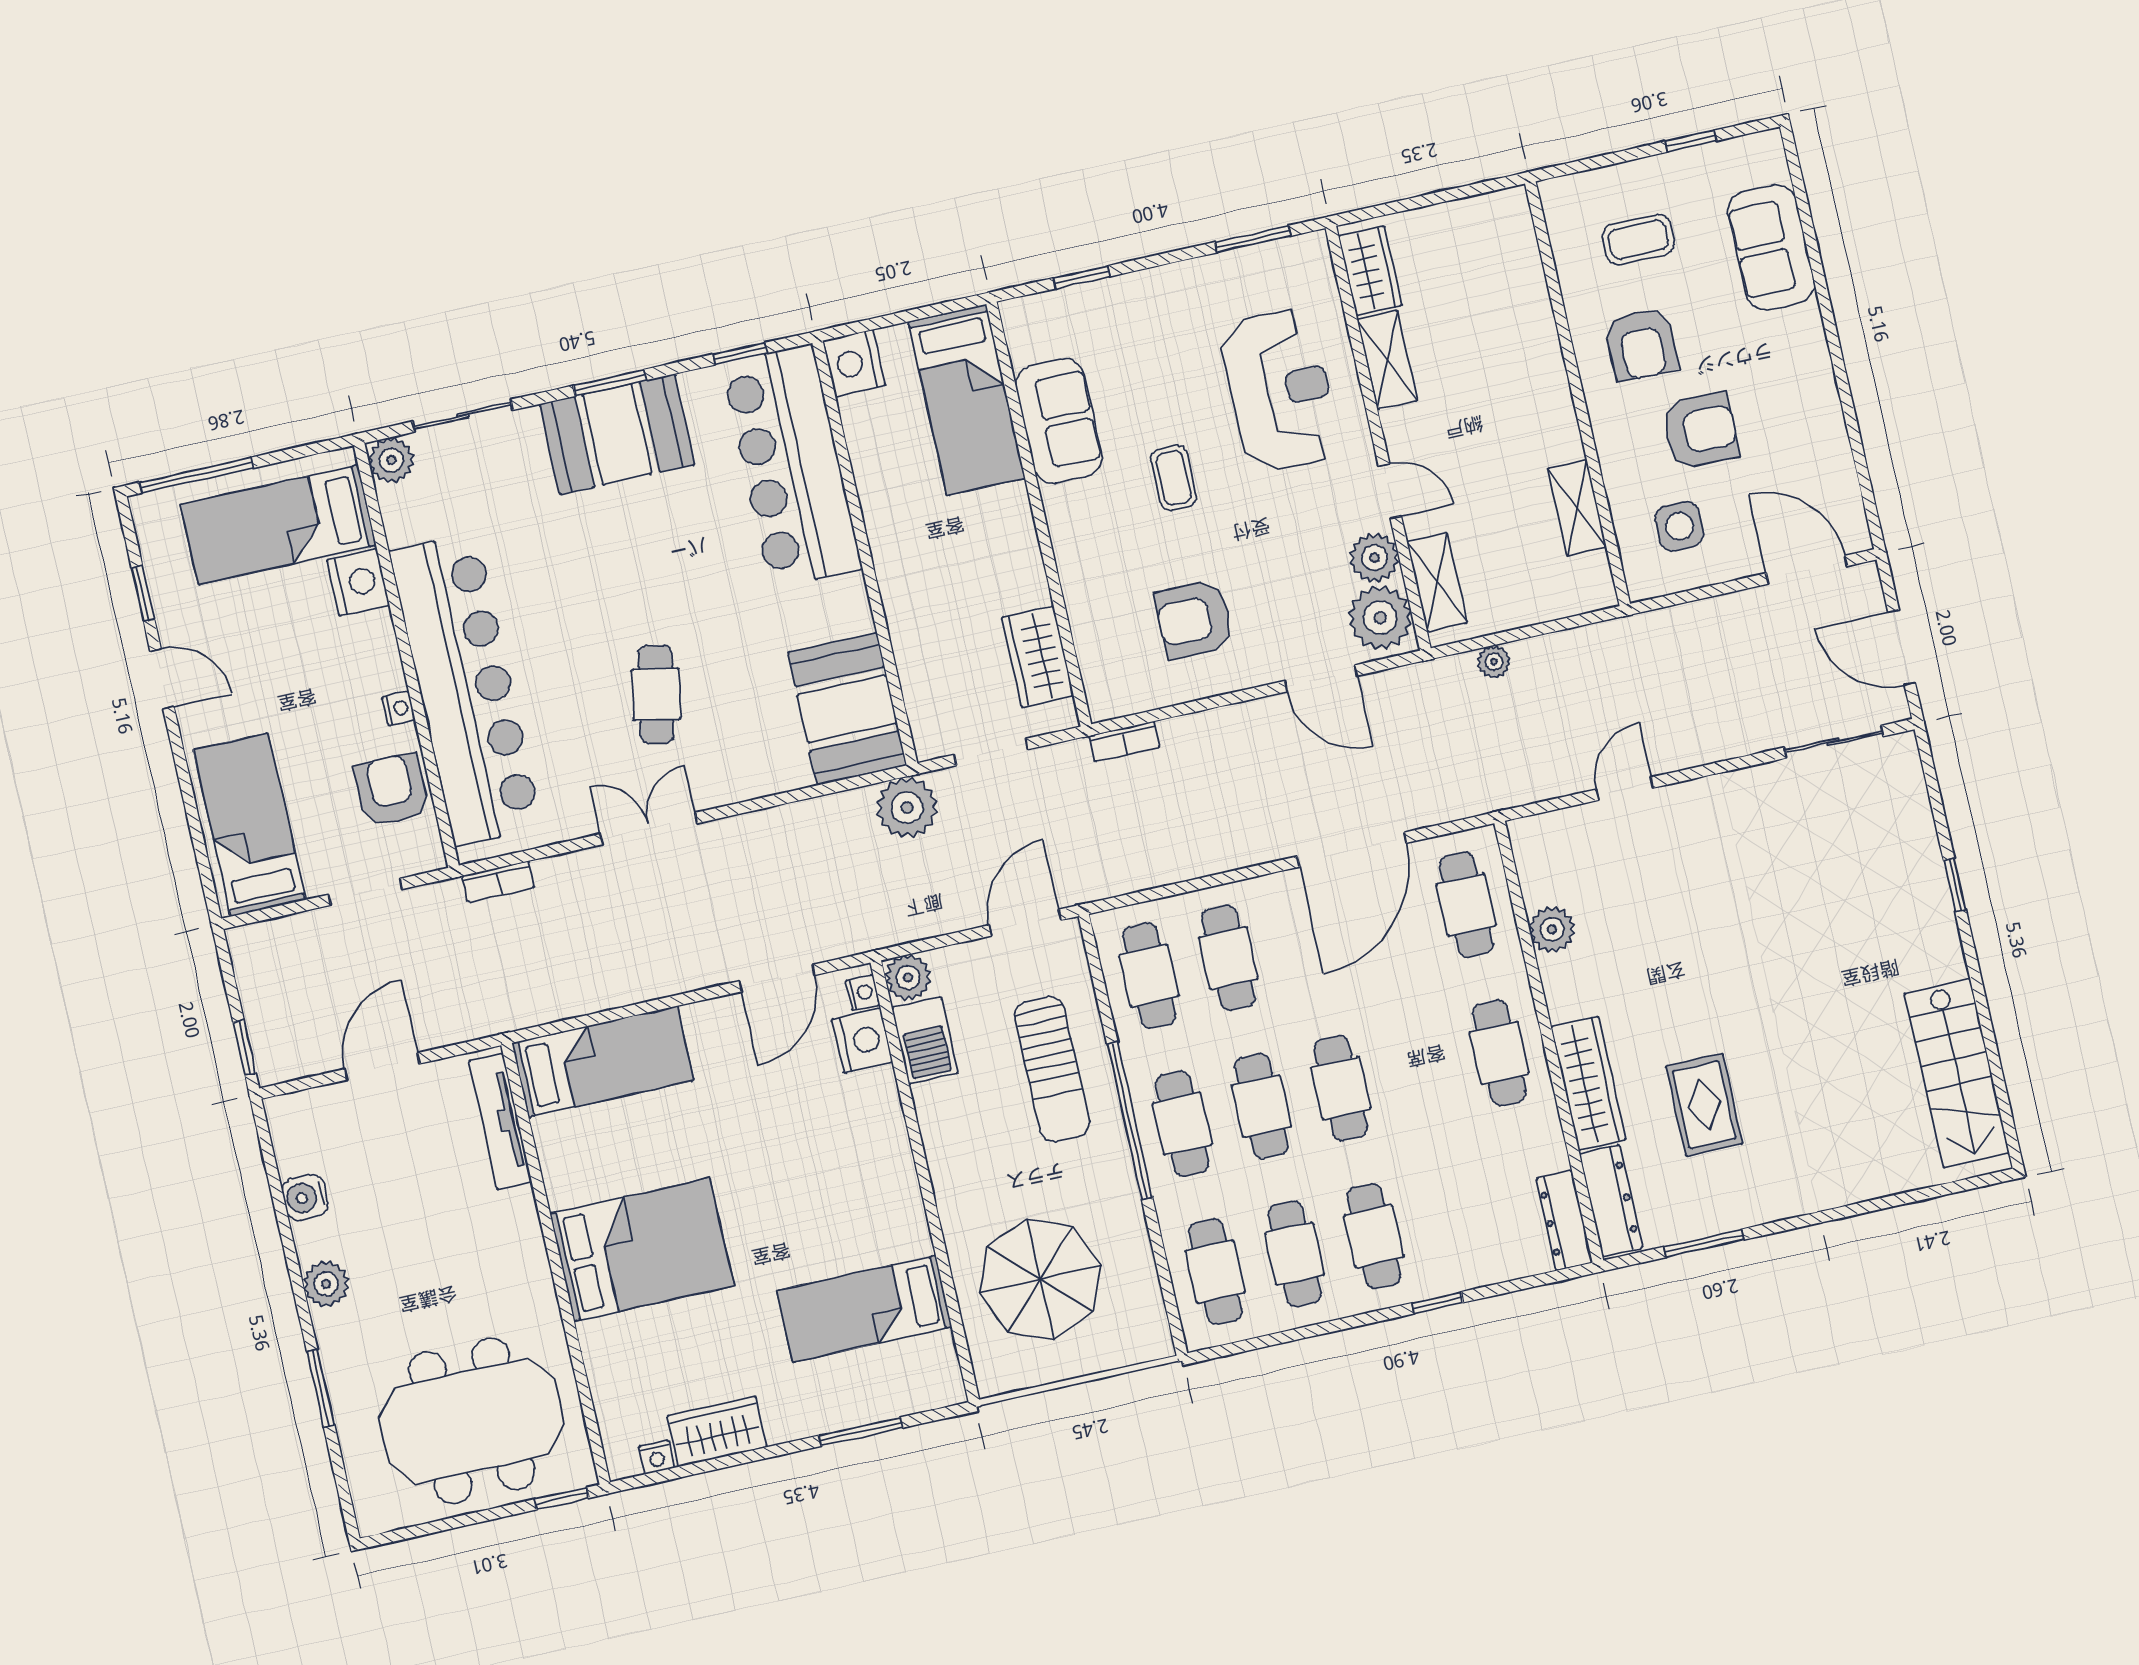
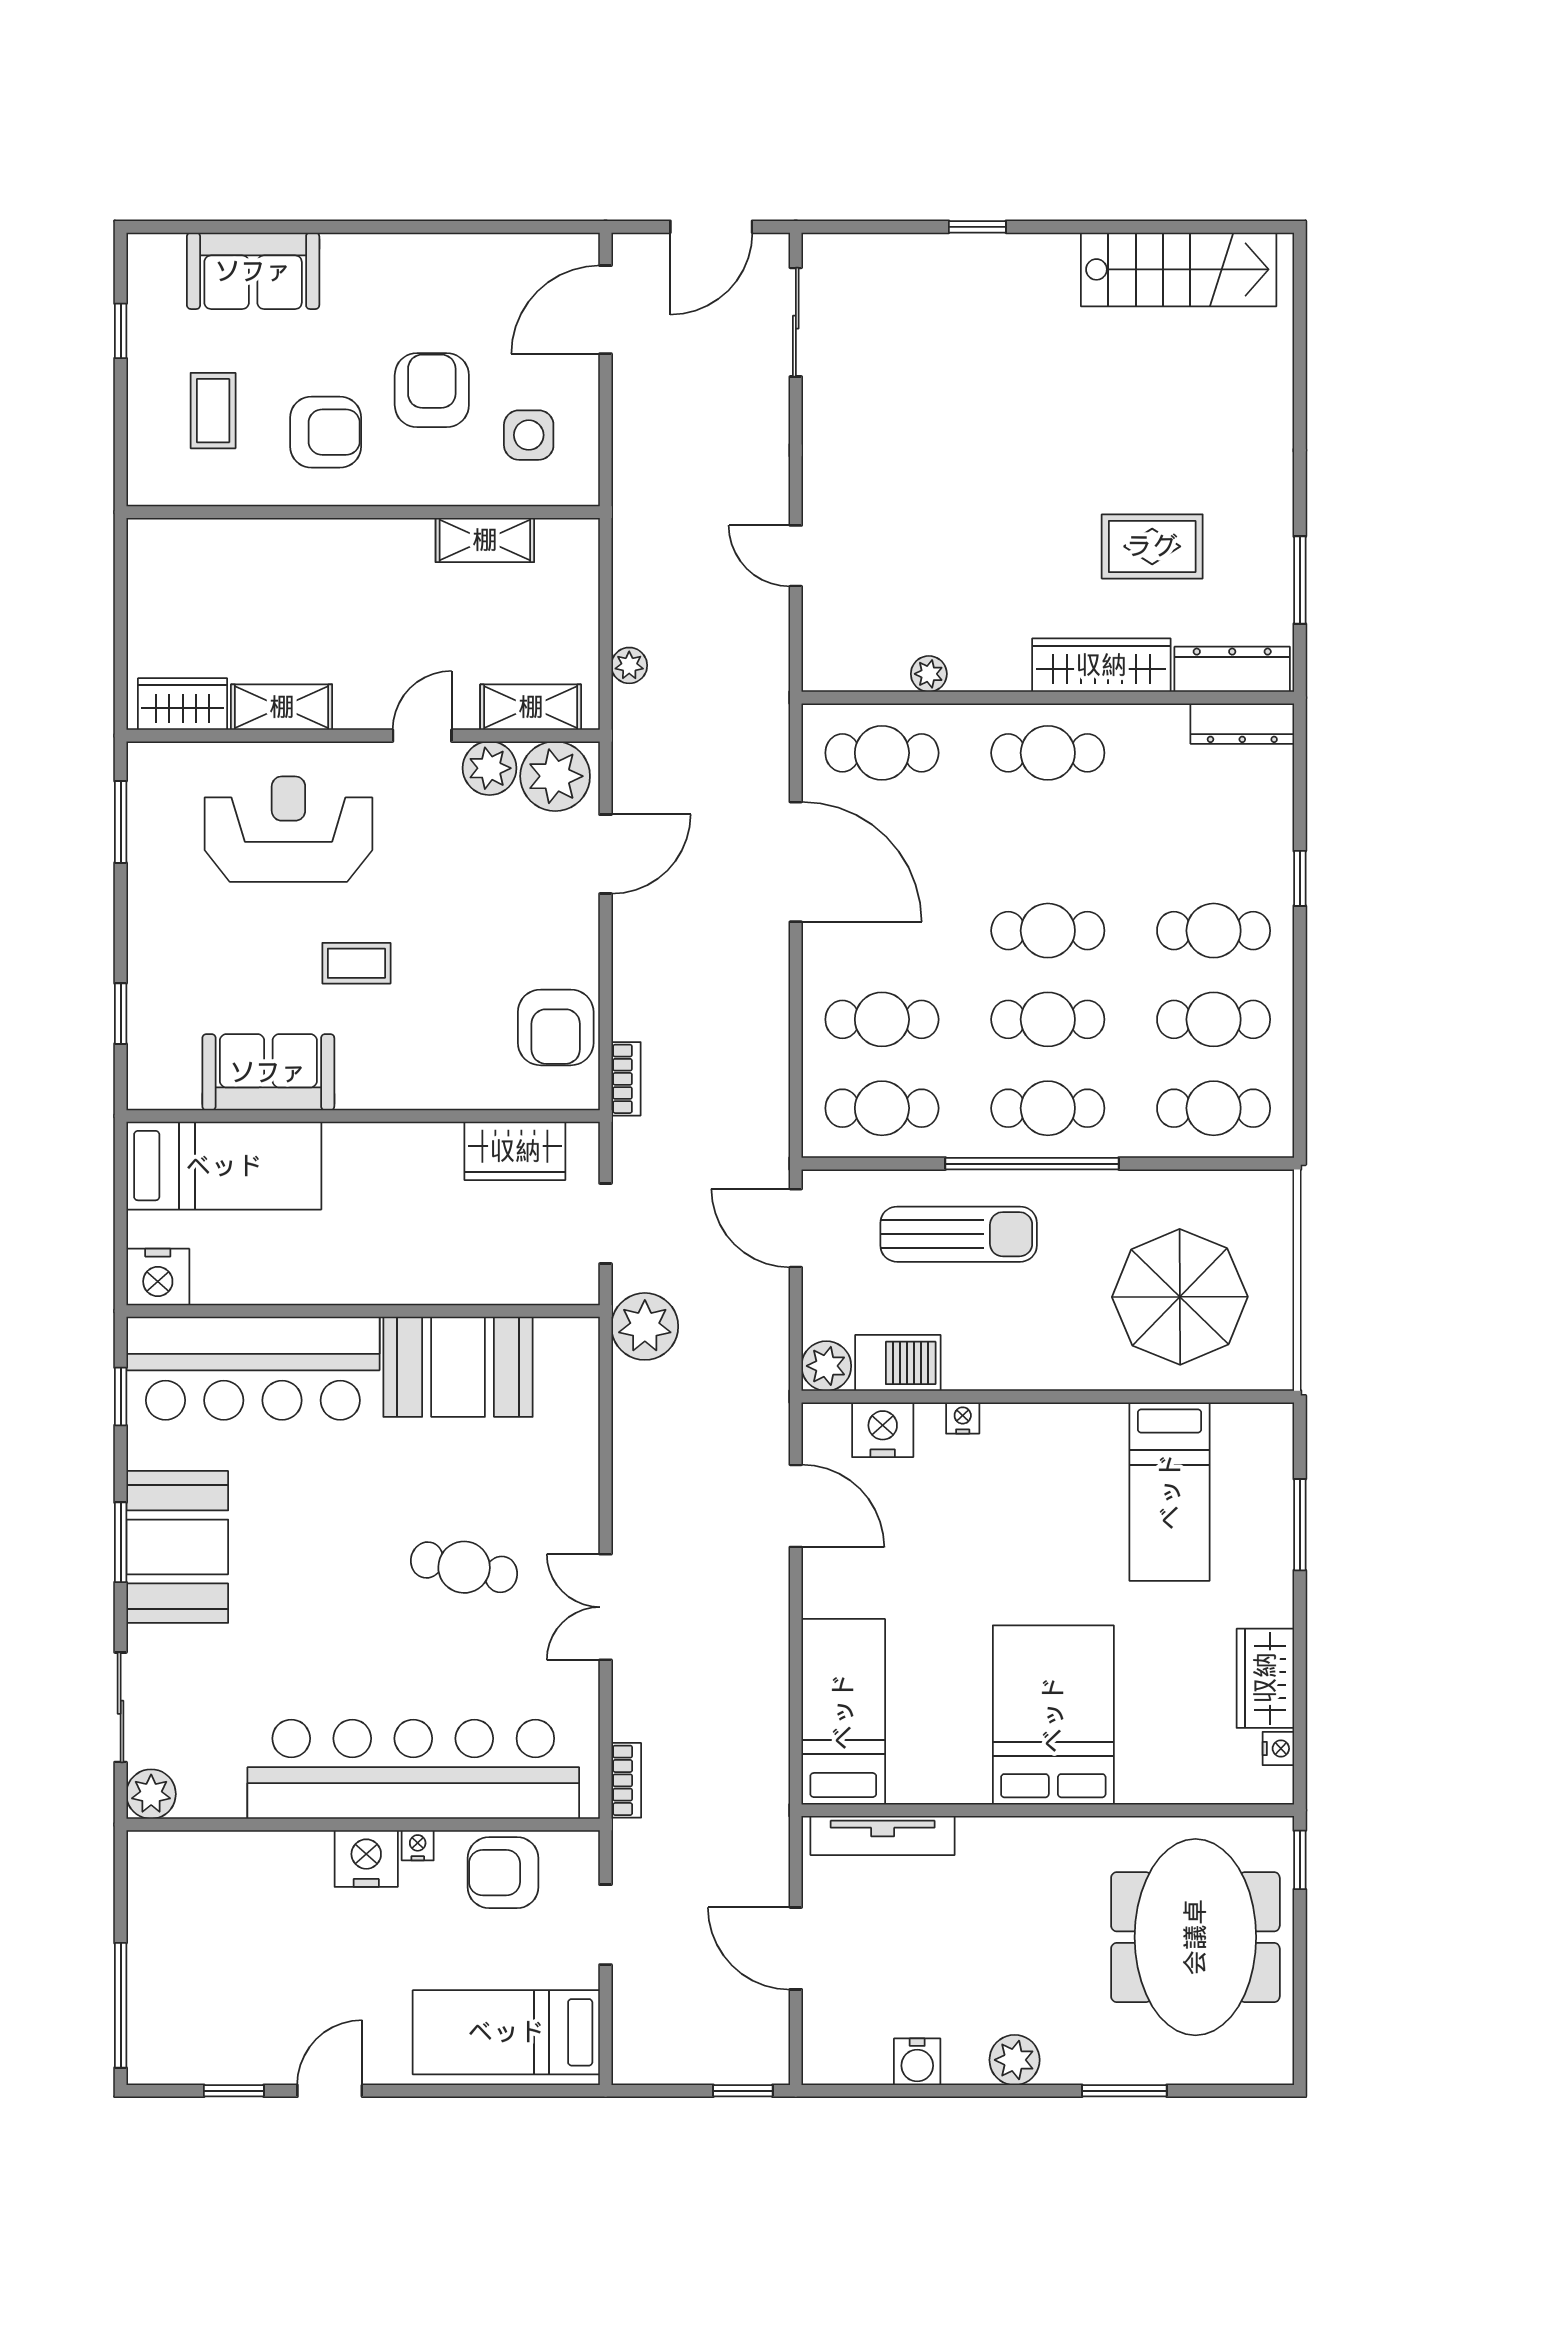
bed: (278, 525) -> (193, 1930), removed
nightstand: (358, 582) -> (366, 1859), moved
armchair: (1194, 620) -> (556, 1027), moved
booth: (847, 709) -> (458, 1367), moved
plant: (1552, 930) -> (929, 674), width x0.73, depth x0.73
nightstand: (863, 993) -> (963, 1418), moved

